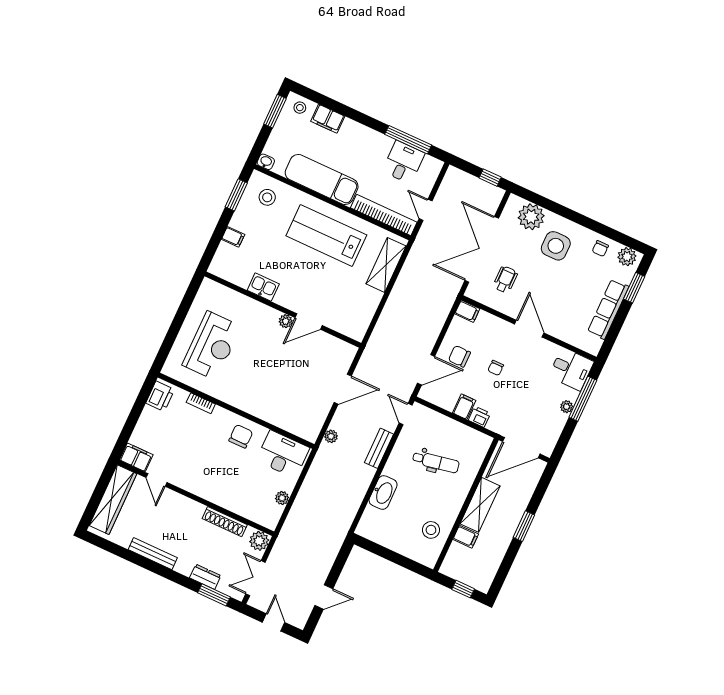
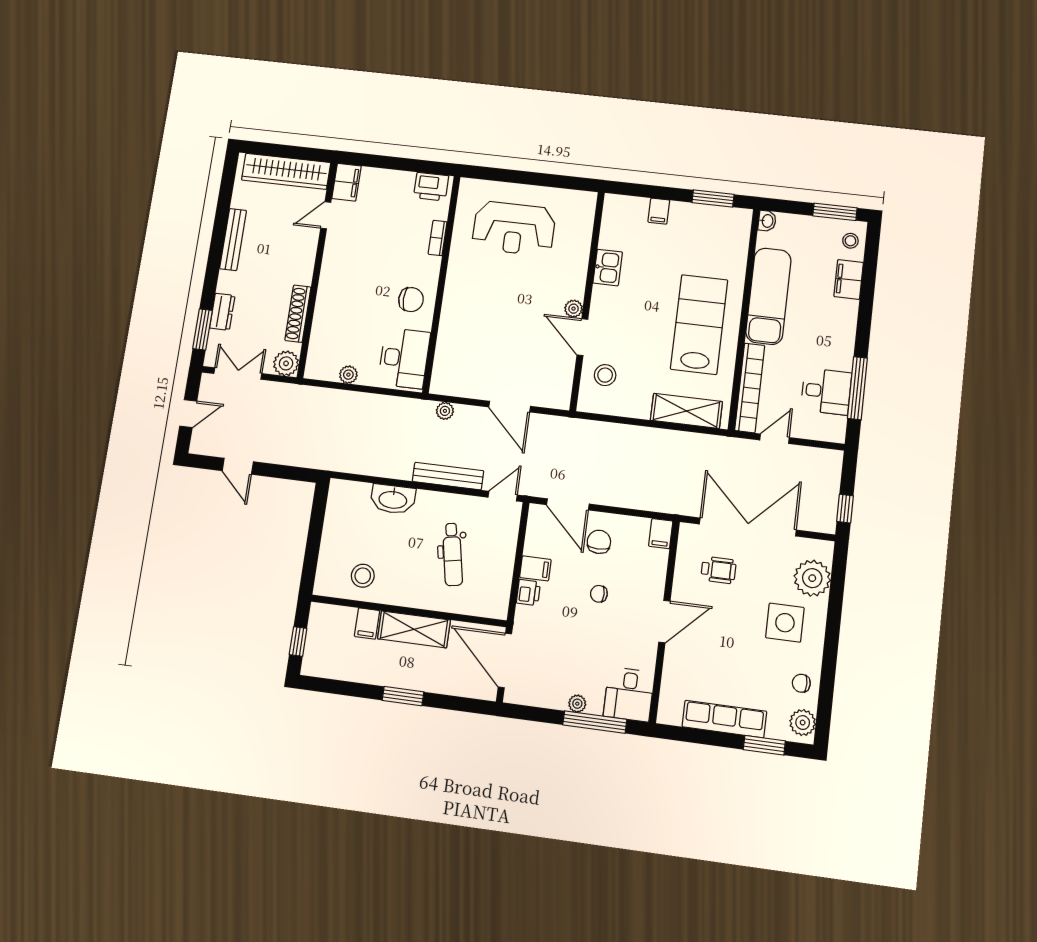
stool: (267, 197) -> (605, 375), moved
bench: (379, 448) -> (448, 476), width x1.36

